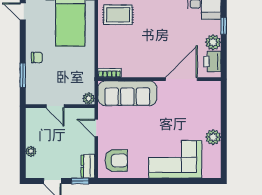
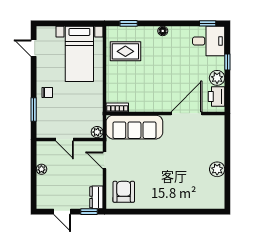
plant: (31, 151) -> (41, 169), moved
corner sofa: (175, 159) -> (181, 191), removed
armchair: (116, 160) -> (124, 192), turned -90

